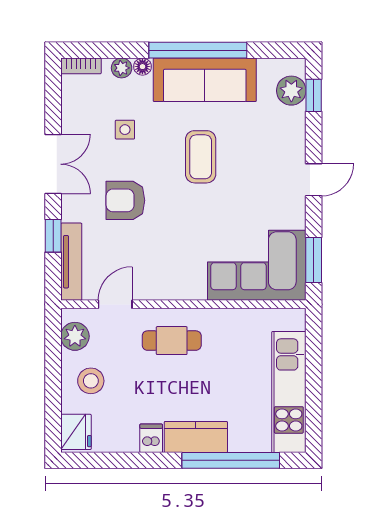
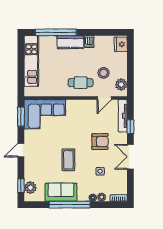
sofa: (205, 80) -> (61, 192), width x0.73
stool: (91, 381) -> (104, 73), moved

